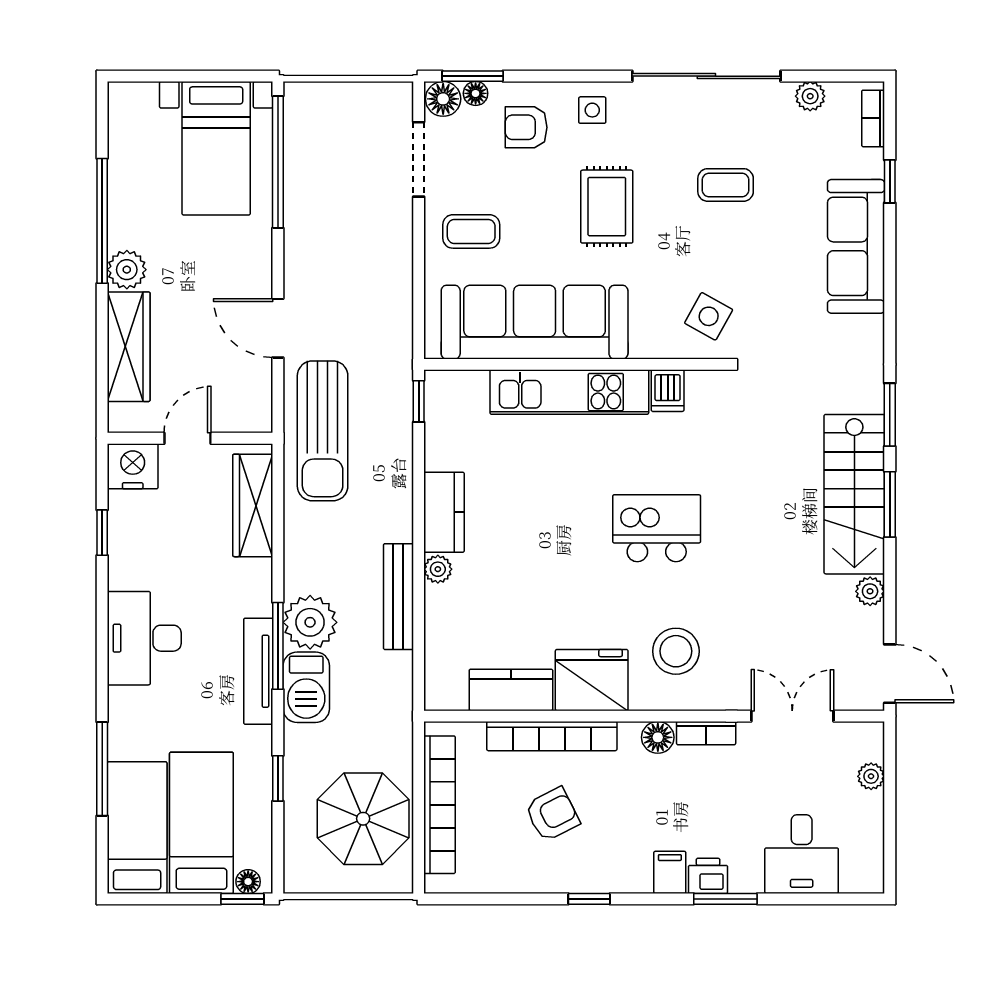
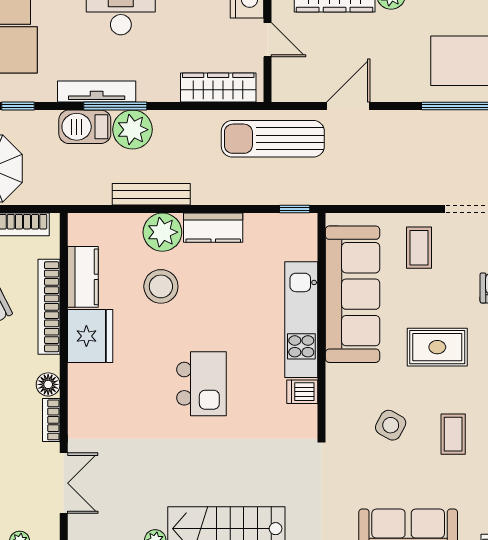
side table: (709, 316) -> (391, 425), moved
plant: (438, 569) -> (162, 232), width x1.87, depth x1.87
stool: (676, 651) -> (161, 286), moved

